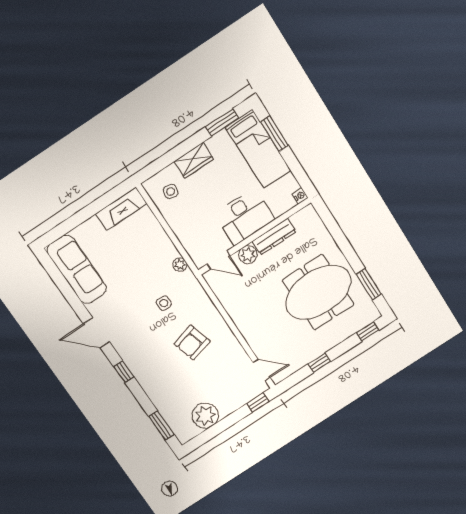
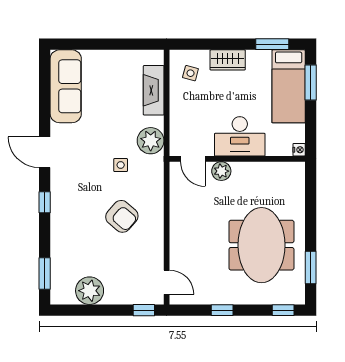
fireplace: (121, 209) -> (154, 90), moved, turned 90
dresser: (274, 236) -> (254, 170), removed
plant: (180, 265) -> (151, 141), width x1.87, depth x1.87
meeting table: (318, 292) -> (261, 245), turned 90
armchair: (192, 343) -> (122, 216), turned -123

